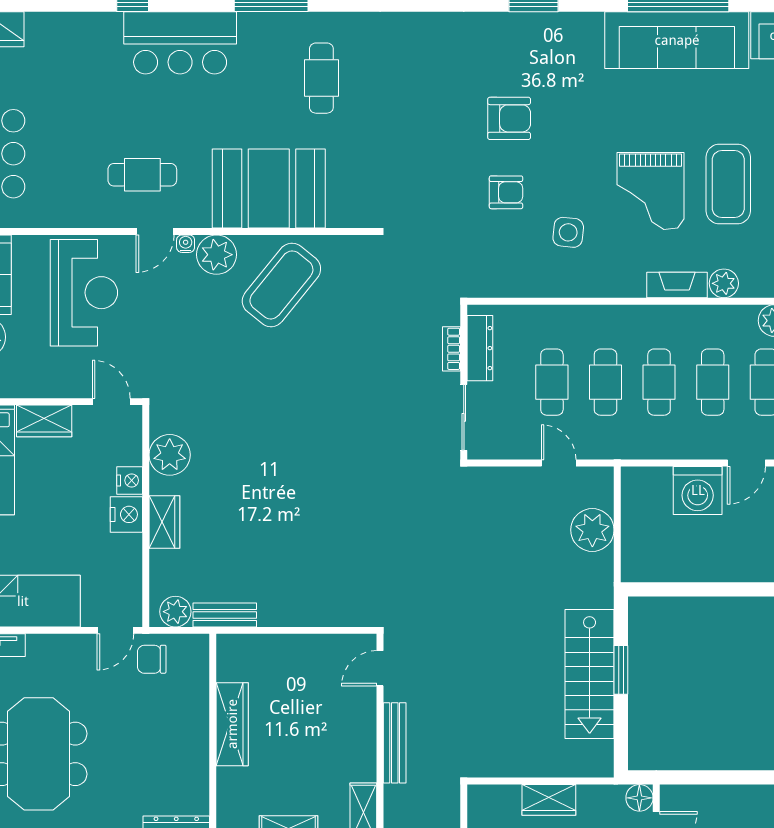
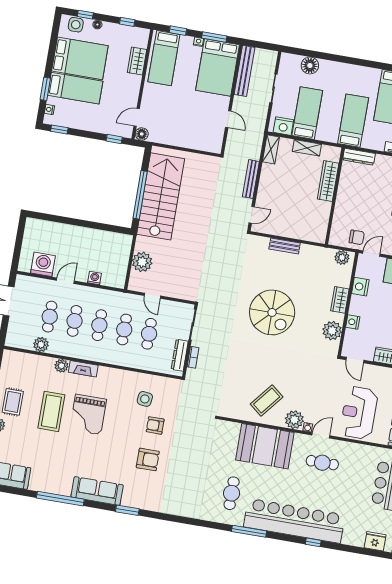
sofa: (677, 40) -> (97, 491), moved, width x0.74, depth x0.79
bar counter: (180, 43) -> (294, 521), width x1.86
armchair: (509, 118) -> (148, 459), turned 180
grand piano: (651, 191) -> (88, 414), turned 180
side table: (568, 232) -> (145, 399), moved
coffee table: (281, 285) -> (267, 400), width x0.73, depth x0.76
spiral stairs: (302, 471) -> (272, 312), added
washing machine: (698, 490) -> (95, 278), width x0.53, depth x0.53
nightstand: (126, 514) -> (360, 287), moved
bench: (225, 615) -> (285, 246), moved
window: (621, 670) -> (140, 195), width x2.11
stairs: (590, 674) -> (161, 196), width x1.36, depth x1.51
wardrobe: (232, 724) -> (328, 181), moved
window: (695, 777) -> (114, 139), added
wardrobe: (549, 800) -> (184, 140), removed

